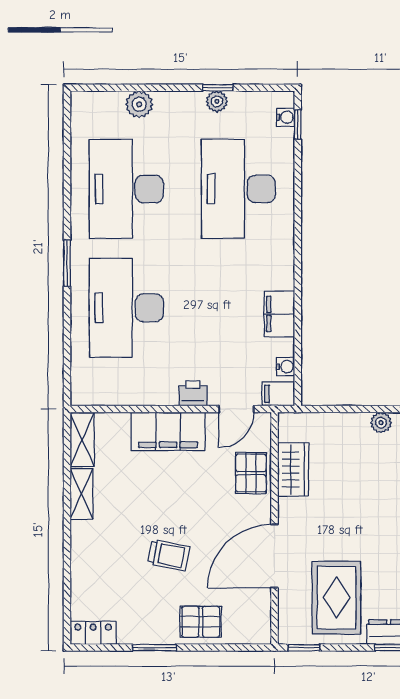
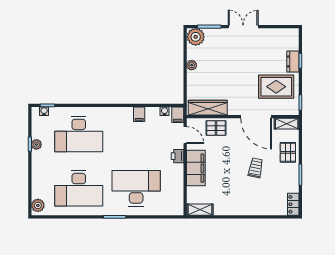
plant: (139, 104) -> (38, 205), moved
desk: (126, 308) -> (136, 188), turned 180
filing cabinet: (279, 314) -> (139, 114), width x0.50
wardrobe: (293, 469) -> (208, 108), width x1.50
shelving: (82, 494) -> (287, 124), moved

